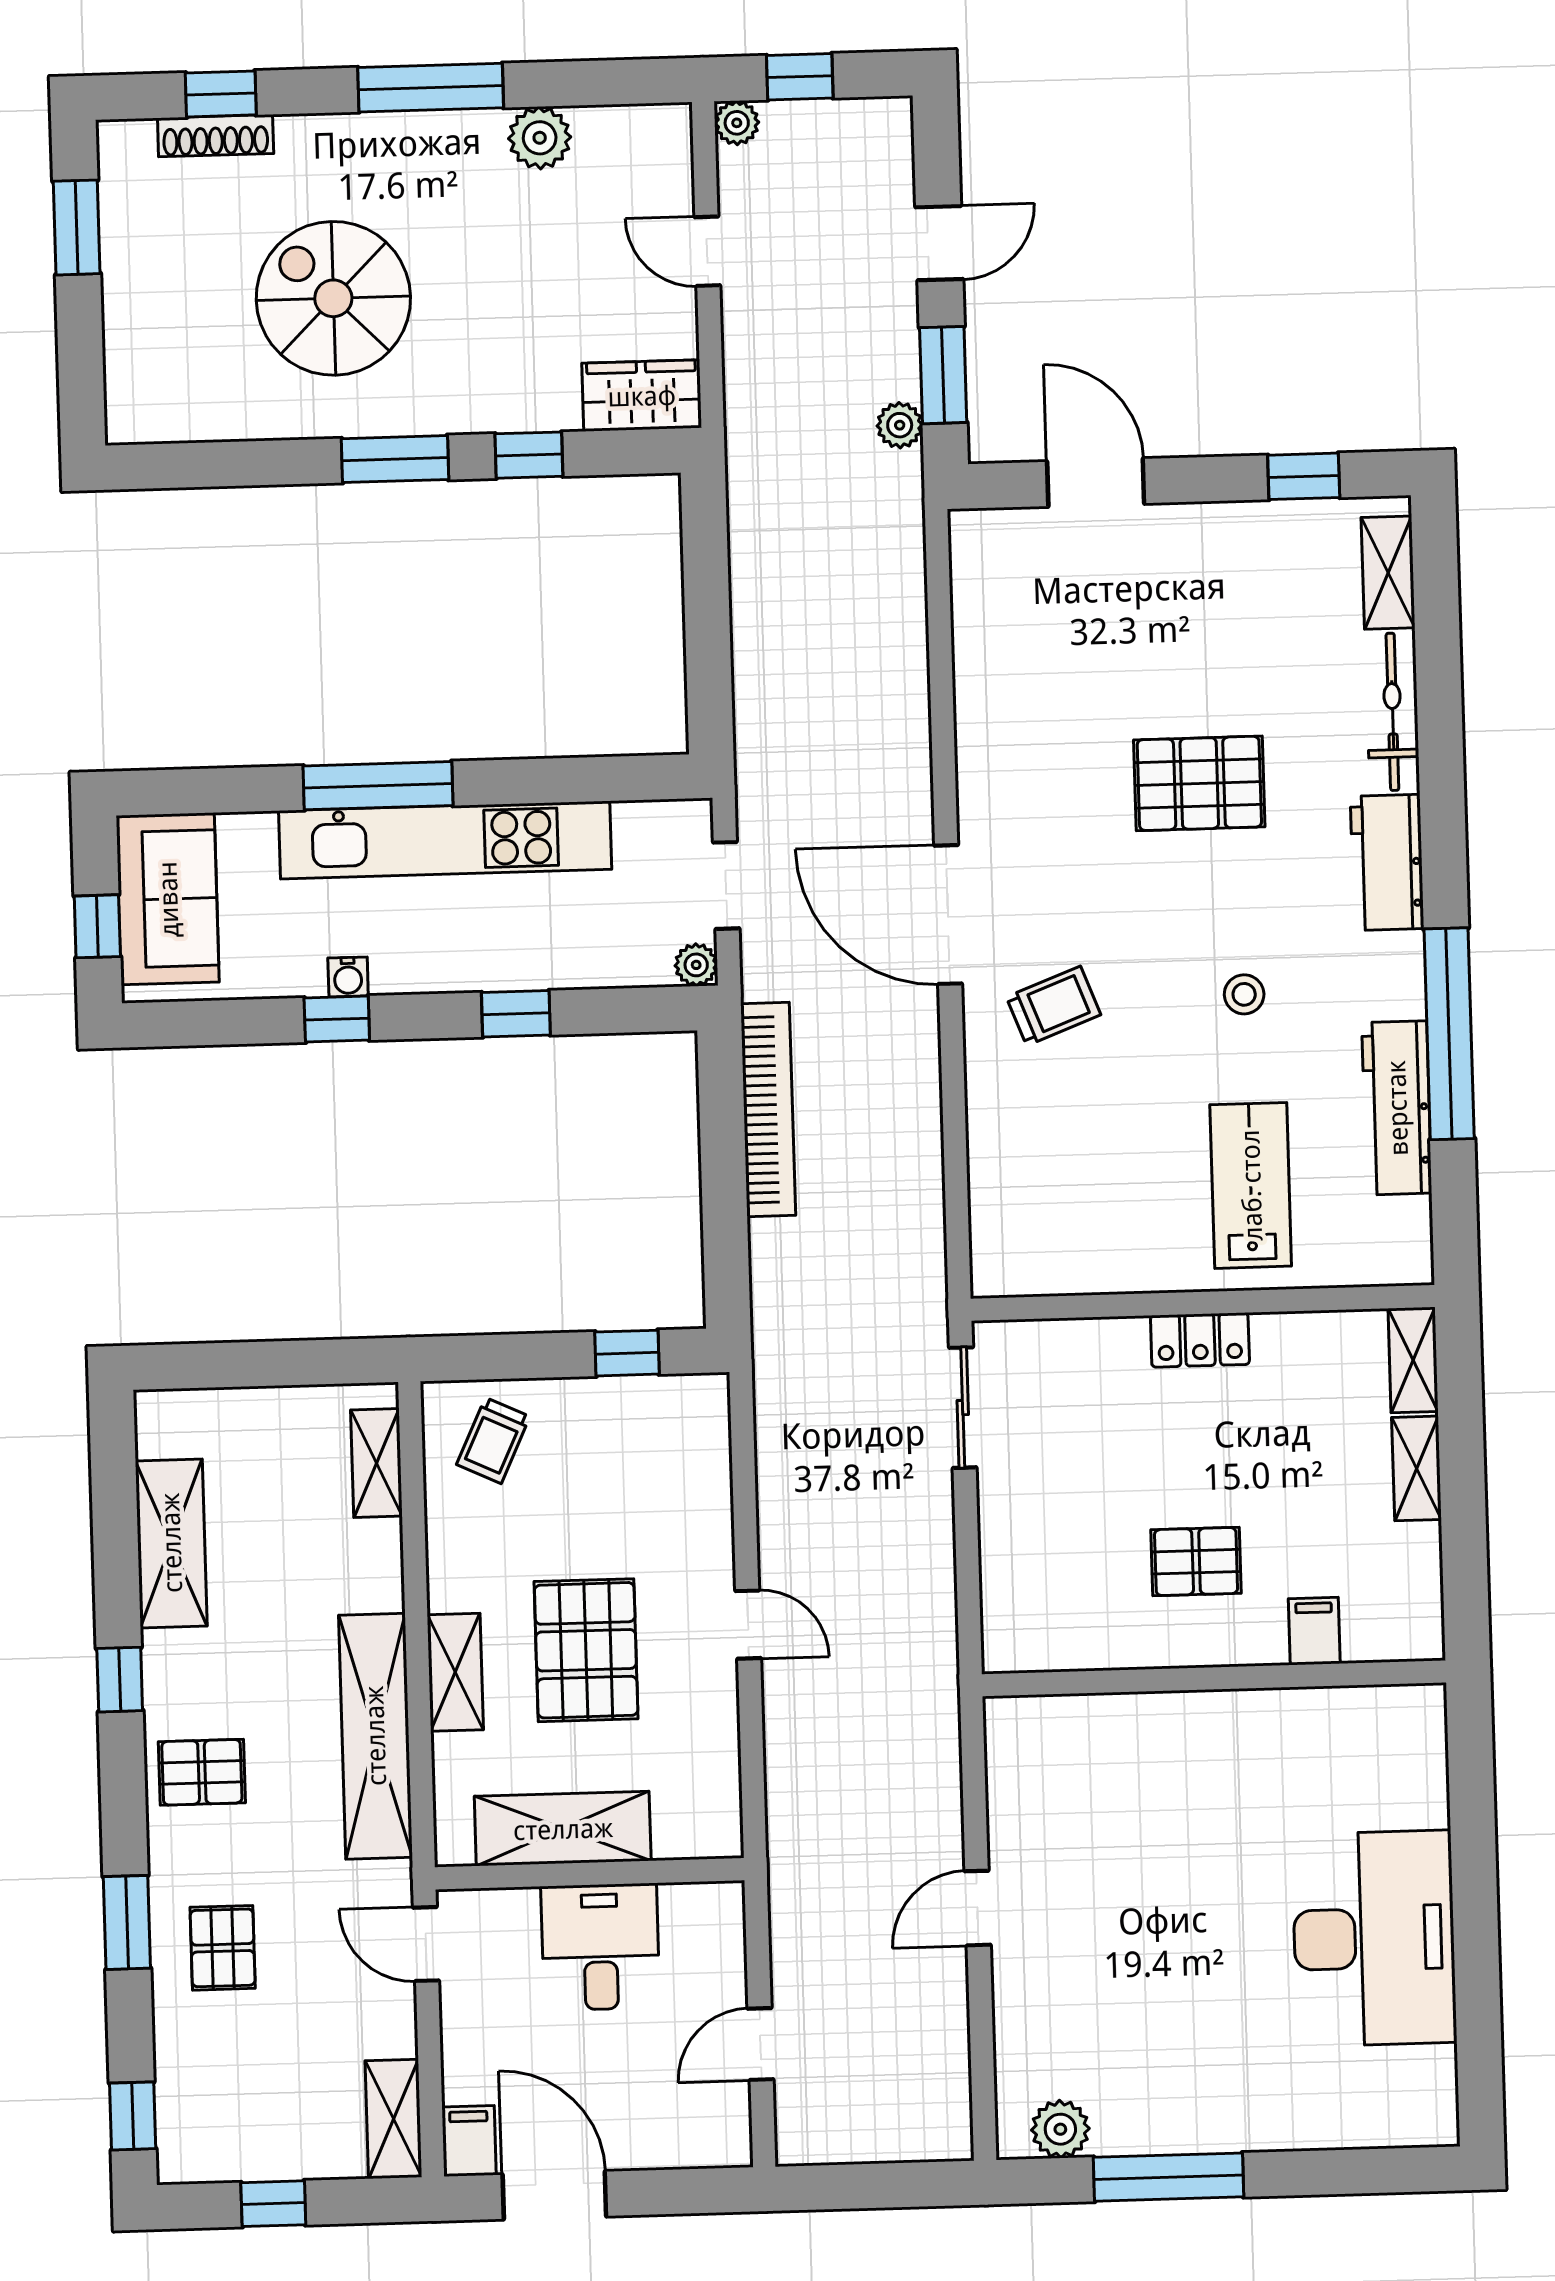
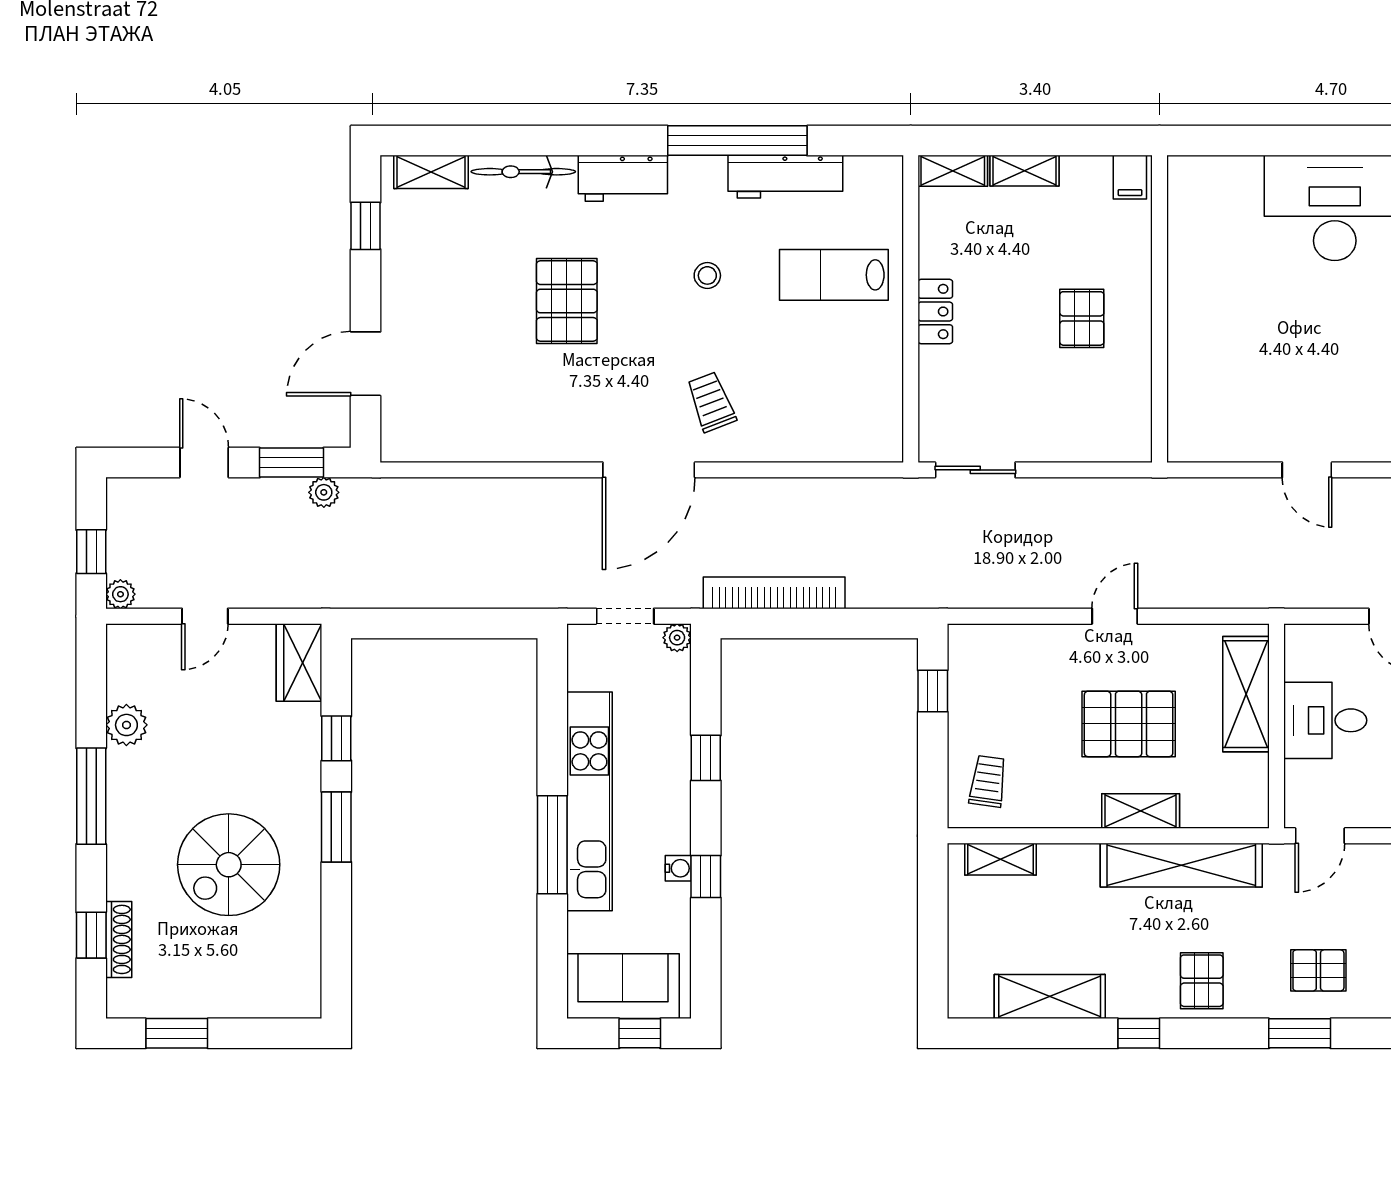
trolley: (493, 1440) -> (988, 781), turned -107
filing cabinet: (1314, 1631) -> (1130, 177), moved, turned -90
shelving: (563, 1829) -> (1246, 694), moved

